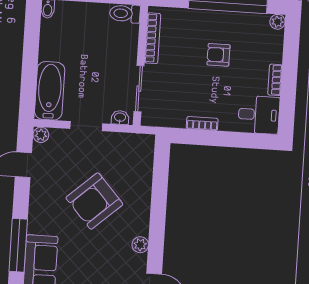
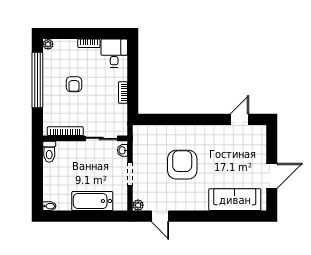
bathtub: (50, 91) -> (92, 201), moved
armchair: (94, 201) -> (182, 165), turned -138
window: (18, 245) -> (217, 216), removed
plant: (140, 245) -> (211, 130), removed

